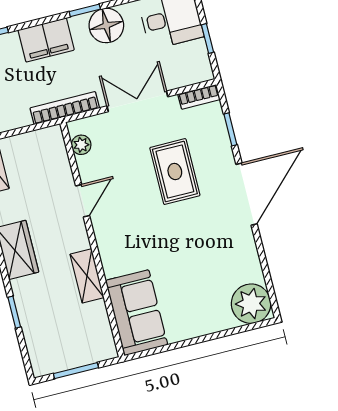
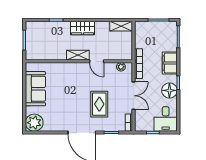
rug: (175, 172) -> (99, 104), turned 90
shelving: (87, 276) -> (78, 55), moved
sofa: (137, 313) -> (35, 89), moved, turned -90

